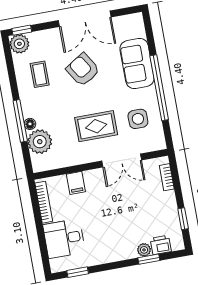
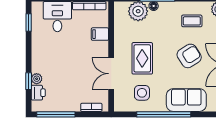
window: (183, 219) -> (56, 114), width x2.17

